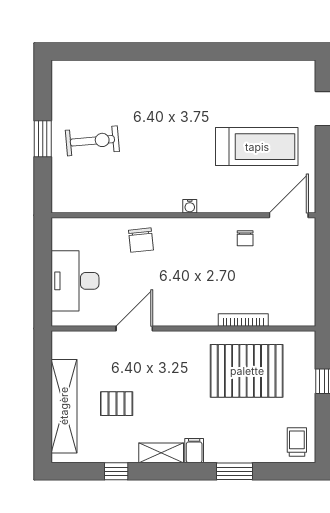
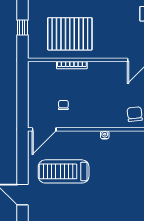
chair: (245, 238) -> (63, 105), moved

